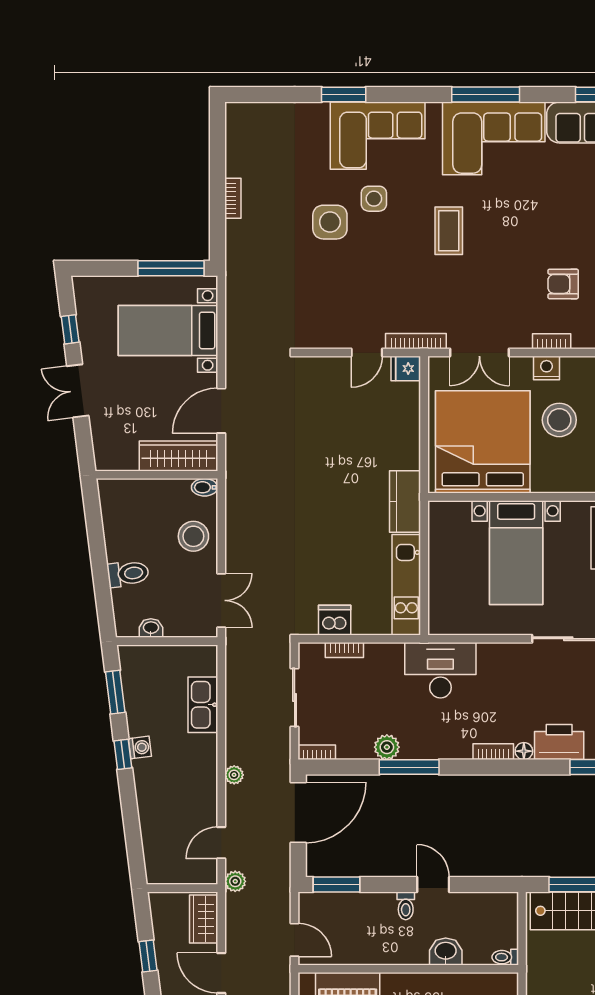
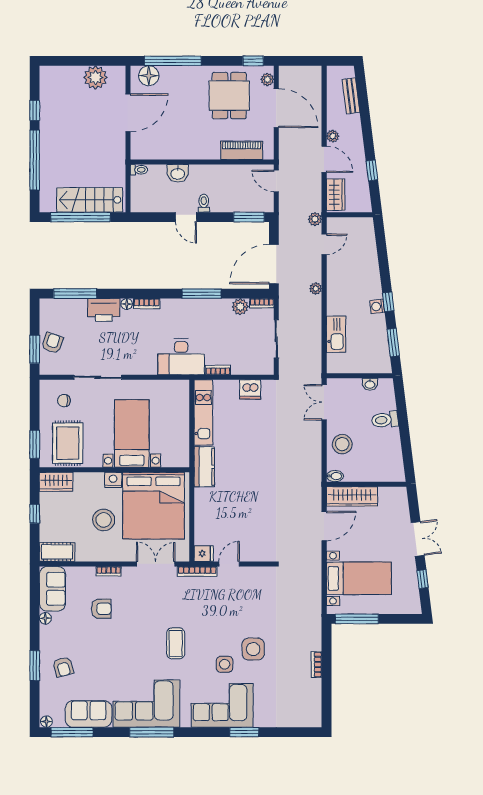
nightstand: (547, 368) -> (113, 480), moved, turned 180
bookcase: (344, 650) -> (218, 370), moved
plant: (387, 747) -> (240, 307), moved

